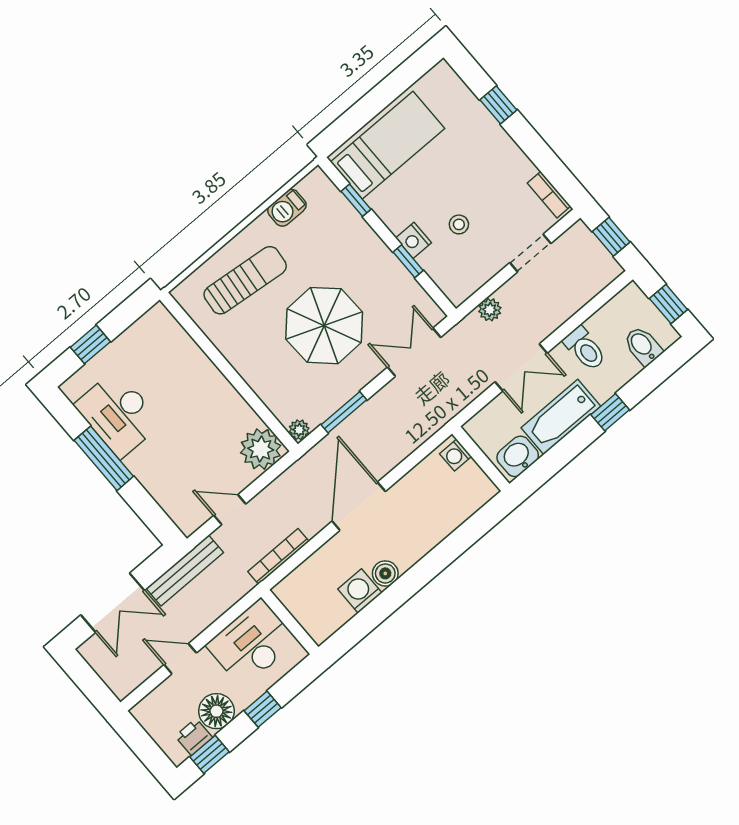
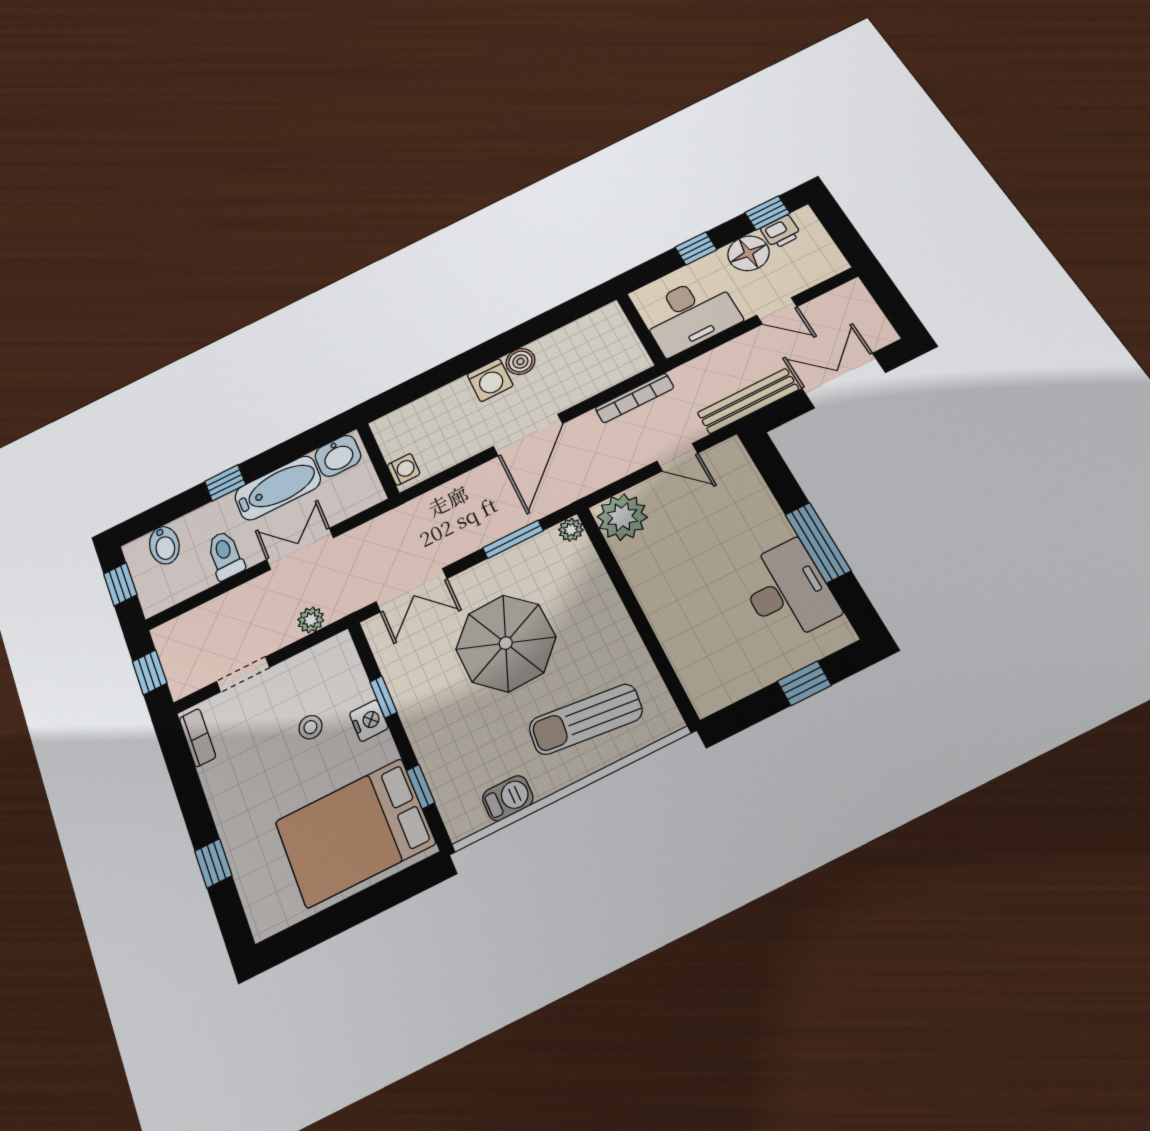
bed: (388, 145) -> (355, 833), width x1.50
washing machine: (360, 591) -> (490, 380), moved

